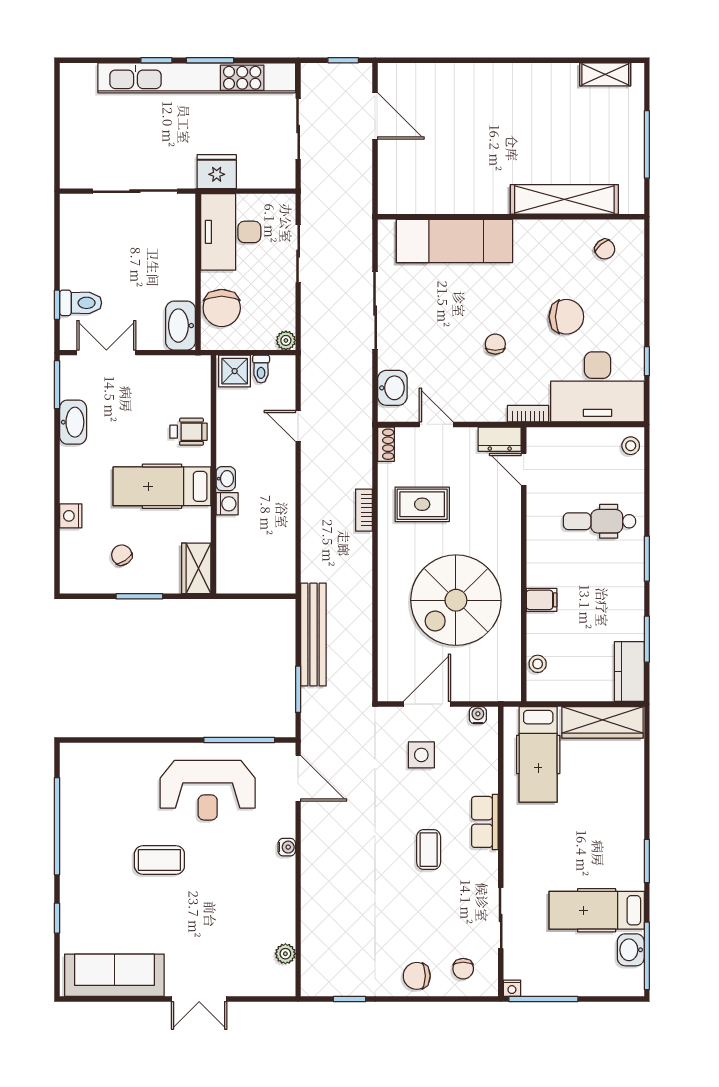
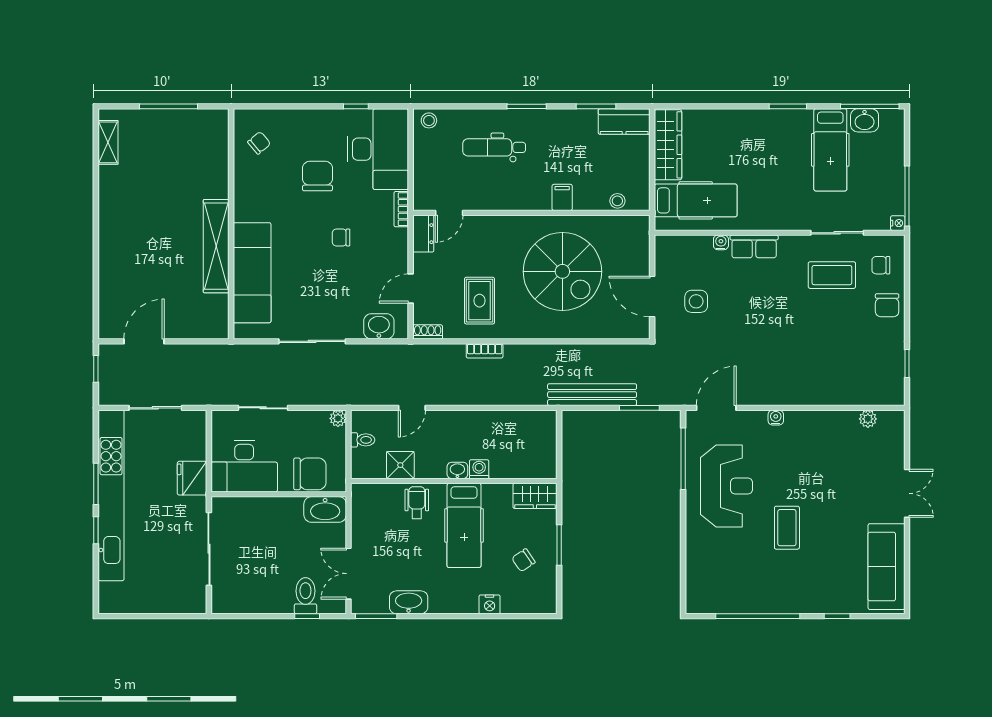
shelving: (564, 199) -> (216, 246), moved
shower: (235, 371) -> (400, 465), moved
dental chair: (600, 521) -> (494, 147), turned 90
water cooler: (478, 715) -> (721, 242), moved, turned 90
coffee table: (429, 850) -> (832, 275), moved, width x1.36, depth x1.30
chair: (463, 969) -> (881, 265), turned 180

